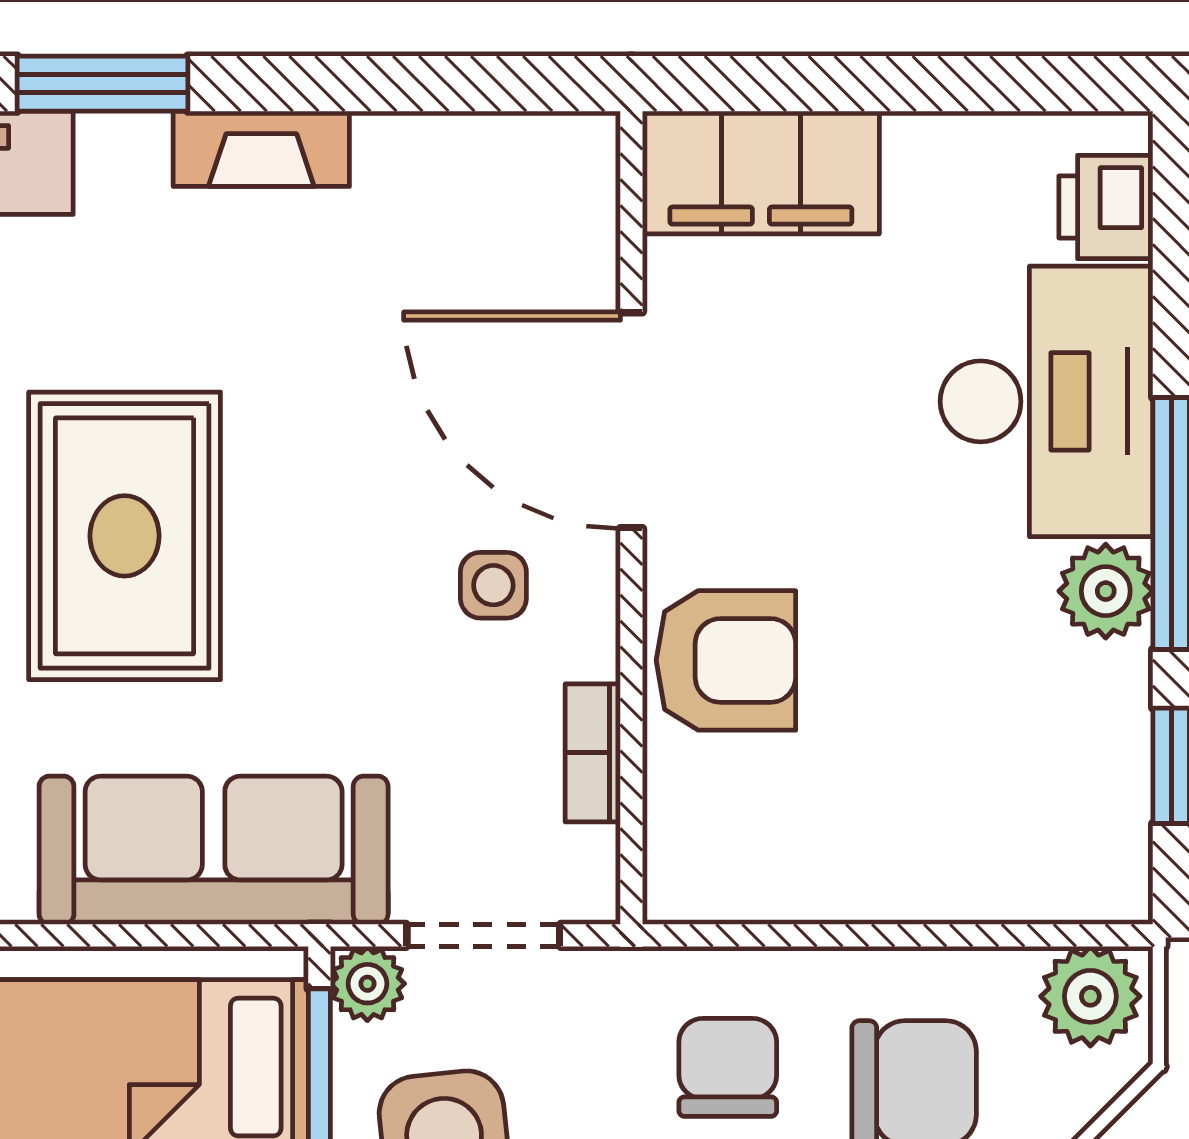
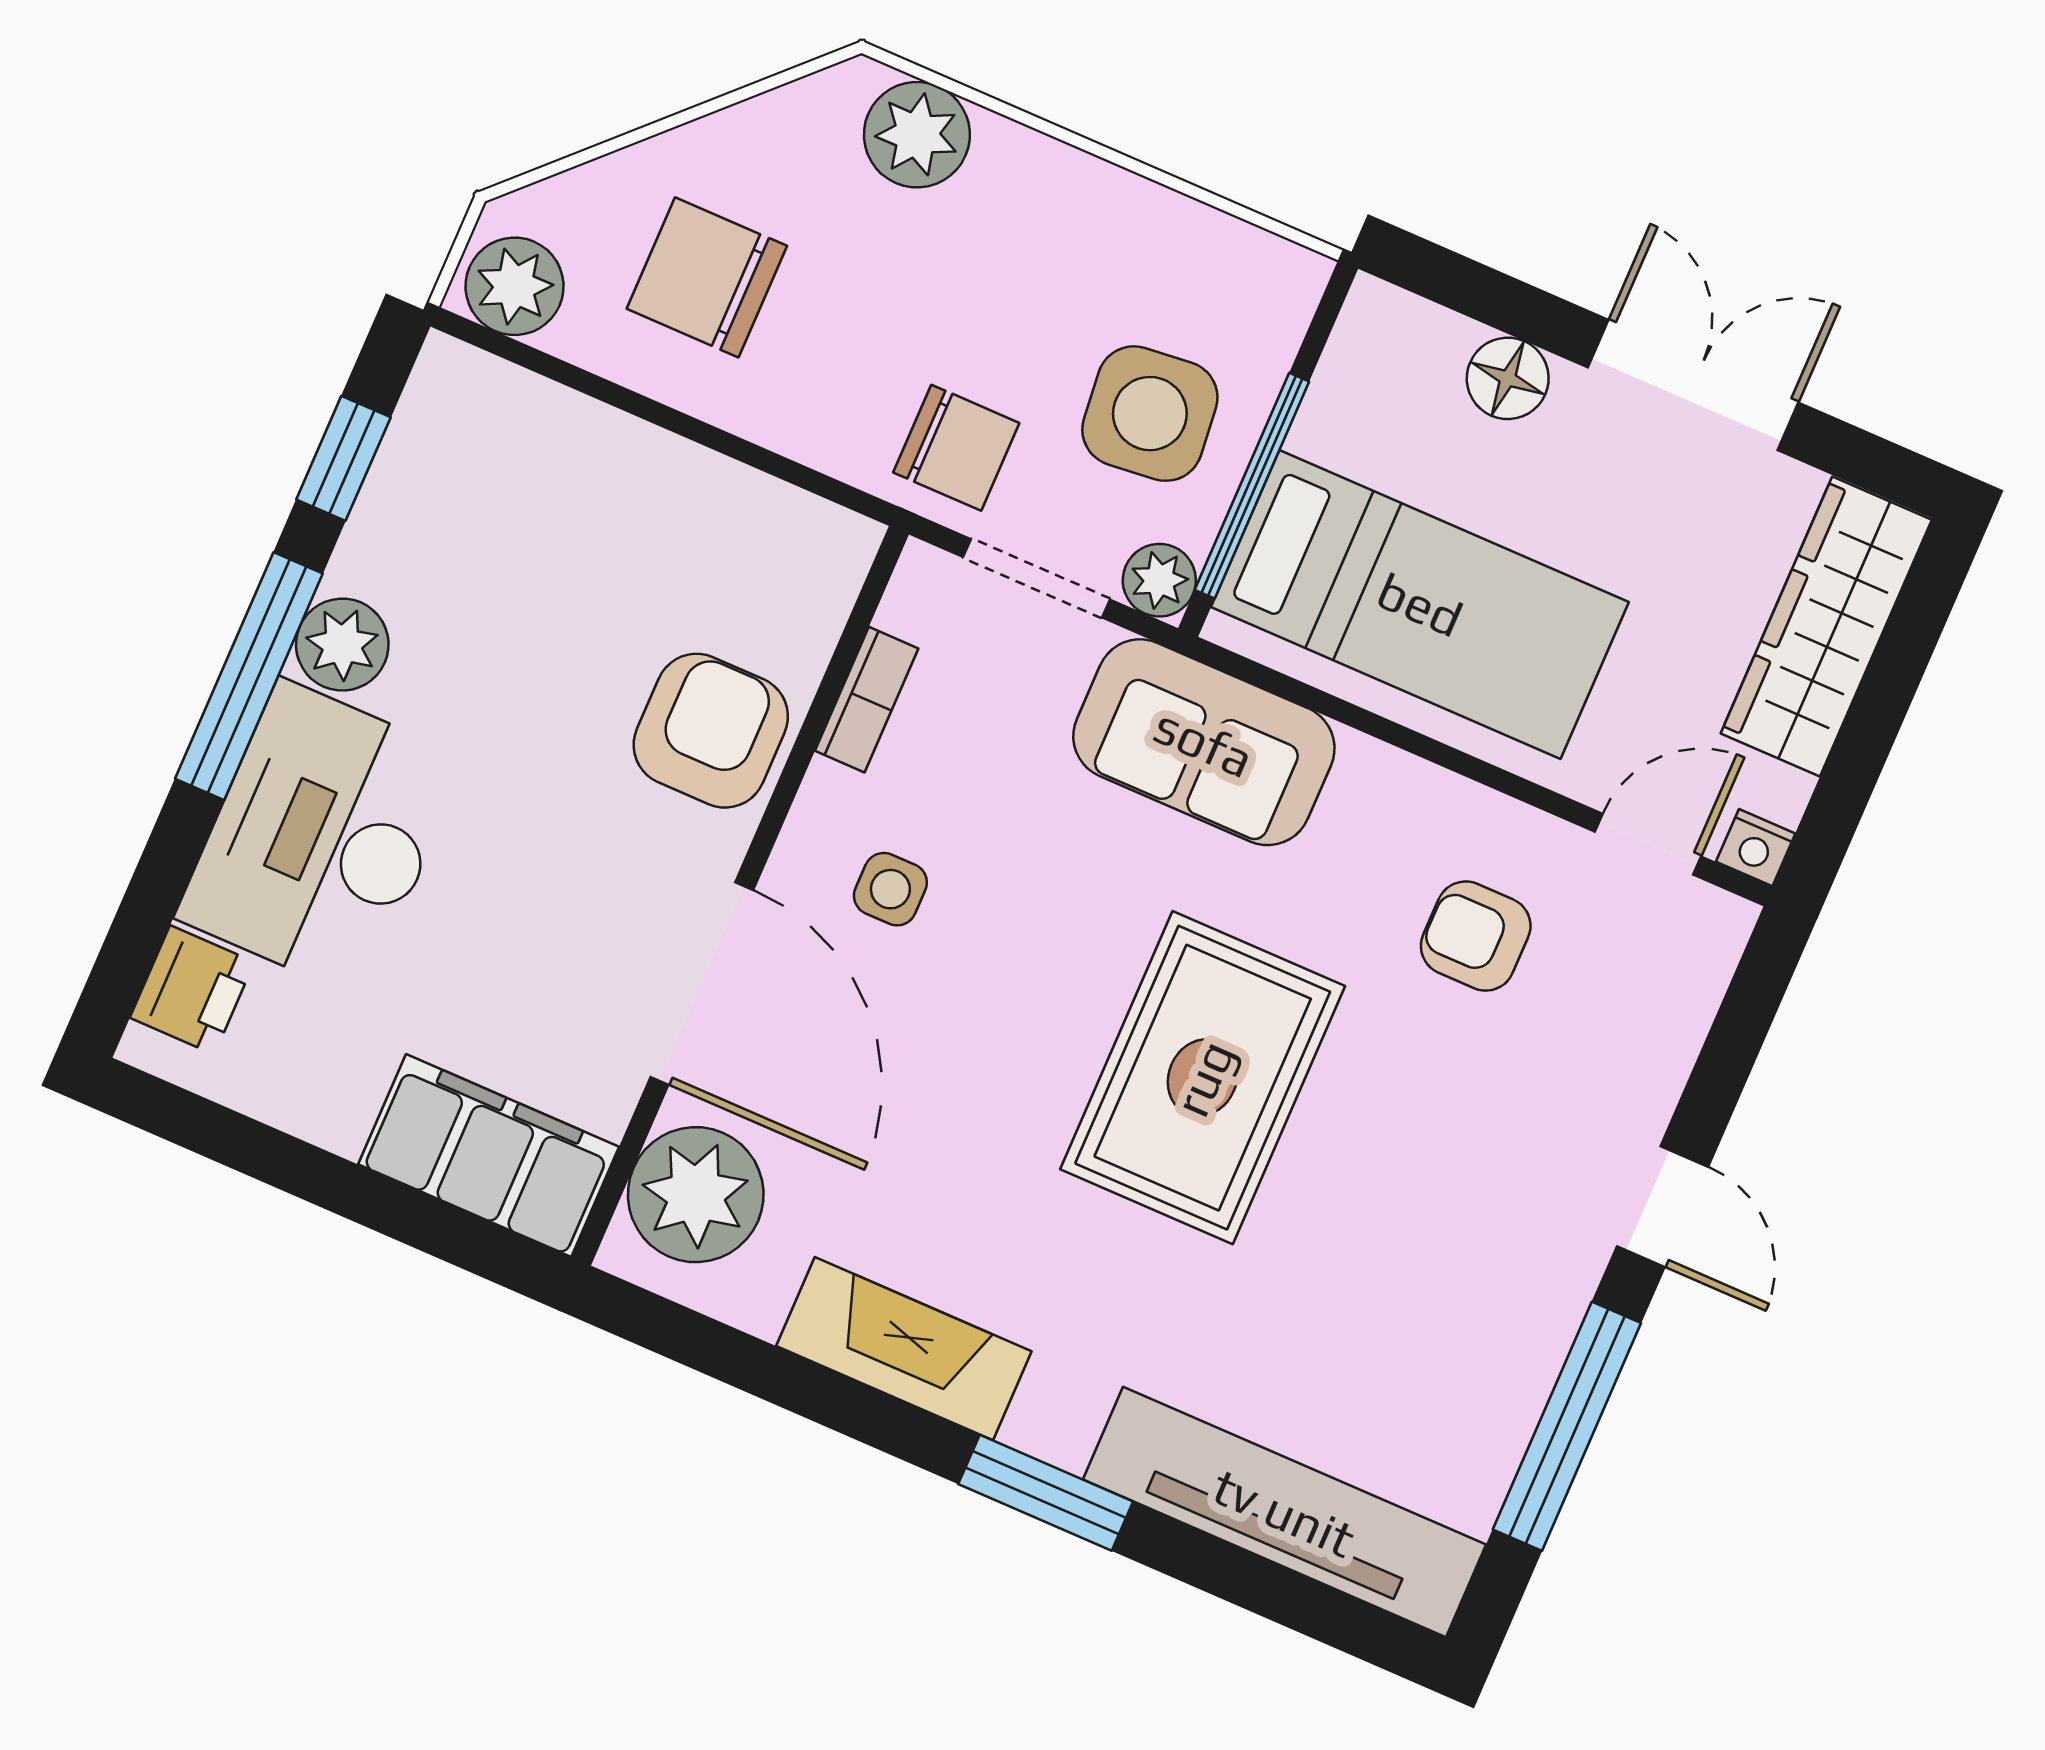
fireplace: (261, 149) -> (904, 1349), width x1.37, depth x1.32
plant: (551, 220) -> (696, 1195), added
armchair: (726, 660) -> (711, 731), turned 90
sofa: (214, 850) -> (1204, 742), width x0.73
chair: (728, 1067) -> (956, 448), moved, turned -90

